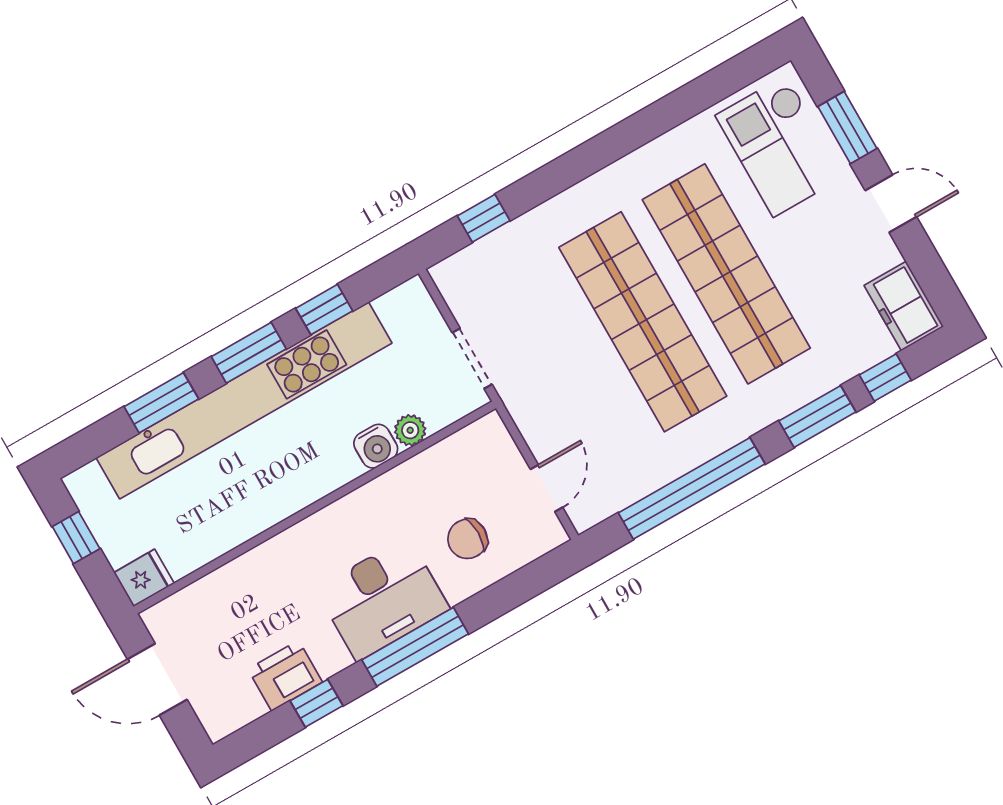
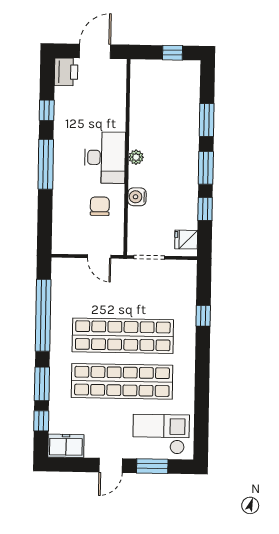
window: (484, 218) -> (203, 316), moved
kitchen unit: (244, 400) -> (188, 154), removed
plant: (410, 430) -> (136, 157), moved
door: (547, 488) -> (99, 256), moved
chair: (467, 539) -> (100, 206), moved
fridge: (144, 578) -> (186, 240), moved, turned 90
desk: (383, 599) -> (105, 158), moved, turned 180
printer: (285, 676) -> (66, 72), moved

